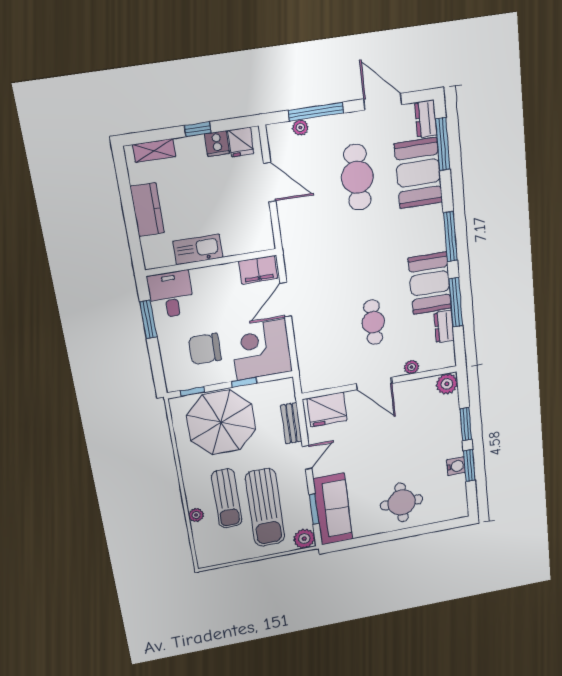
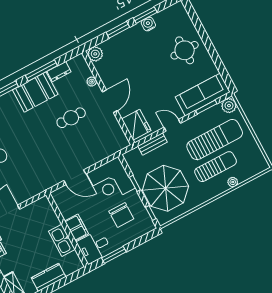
filing cabinet: (258, 270) -> (77, 227), moved

